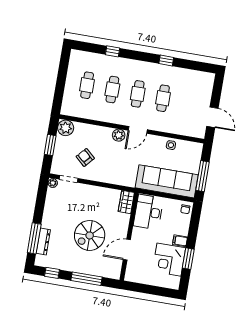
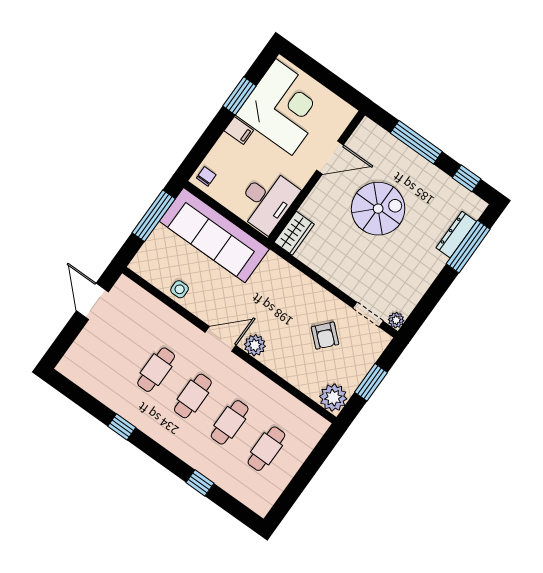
corner desk: (169, 260) -> (284, 107), width x1.36, depth x1.36

